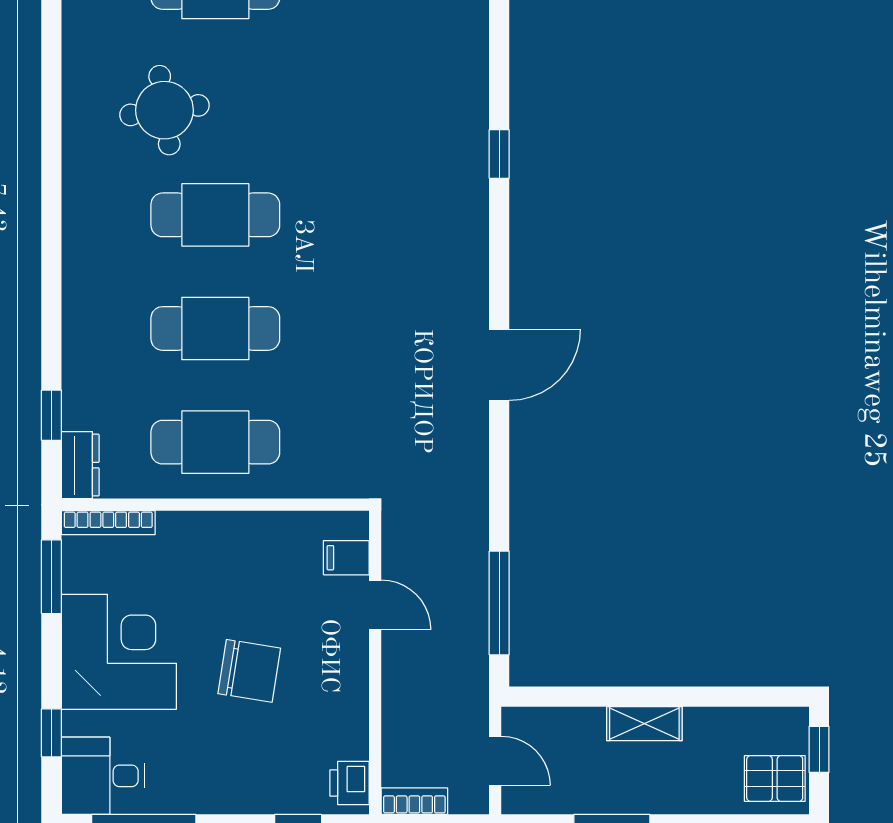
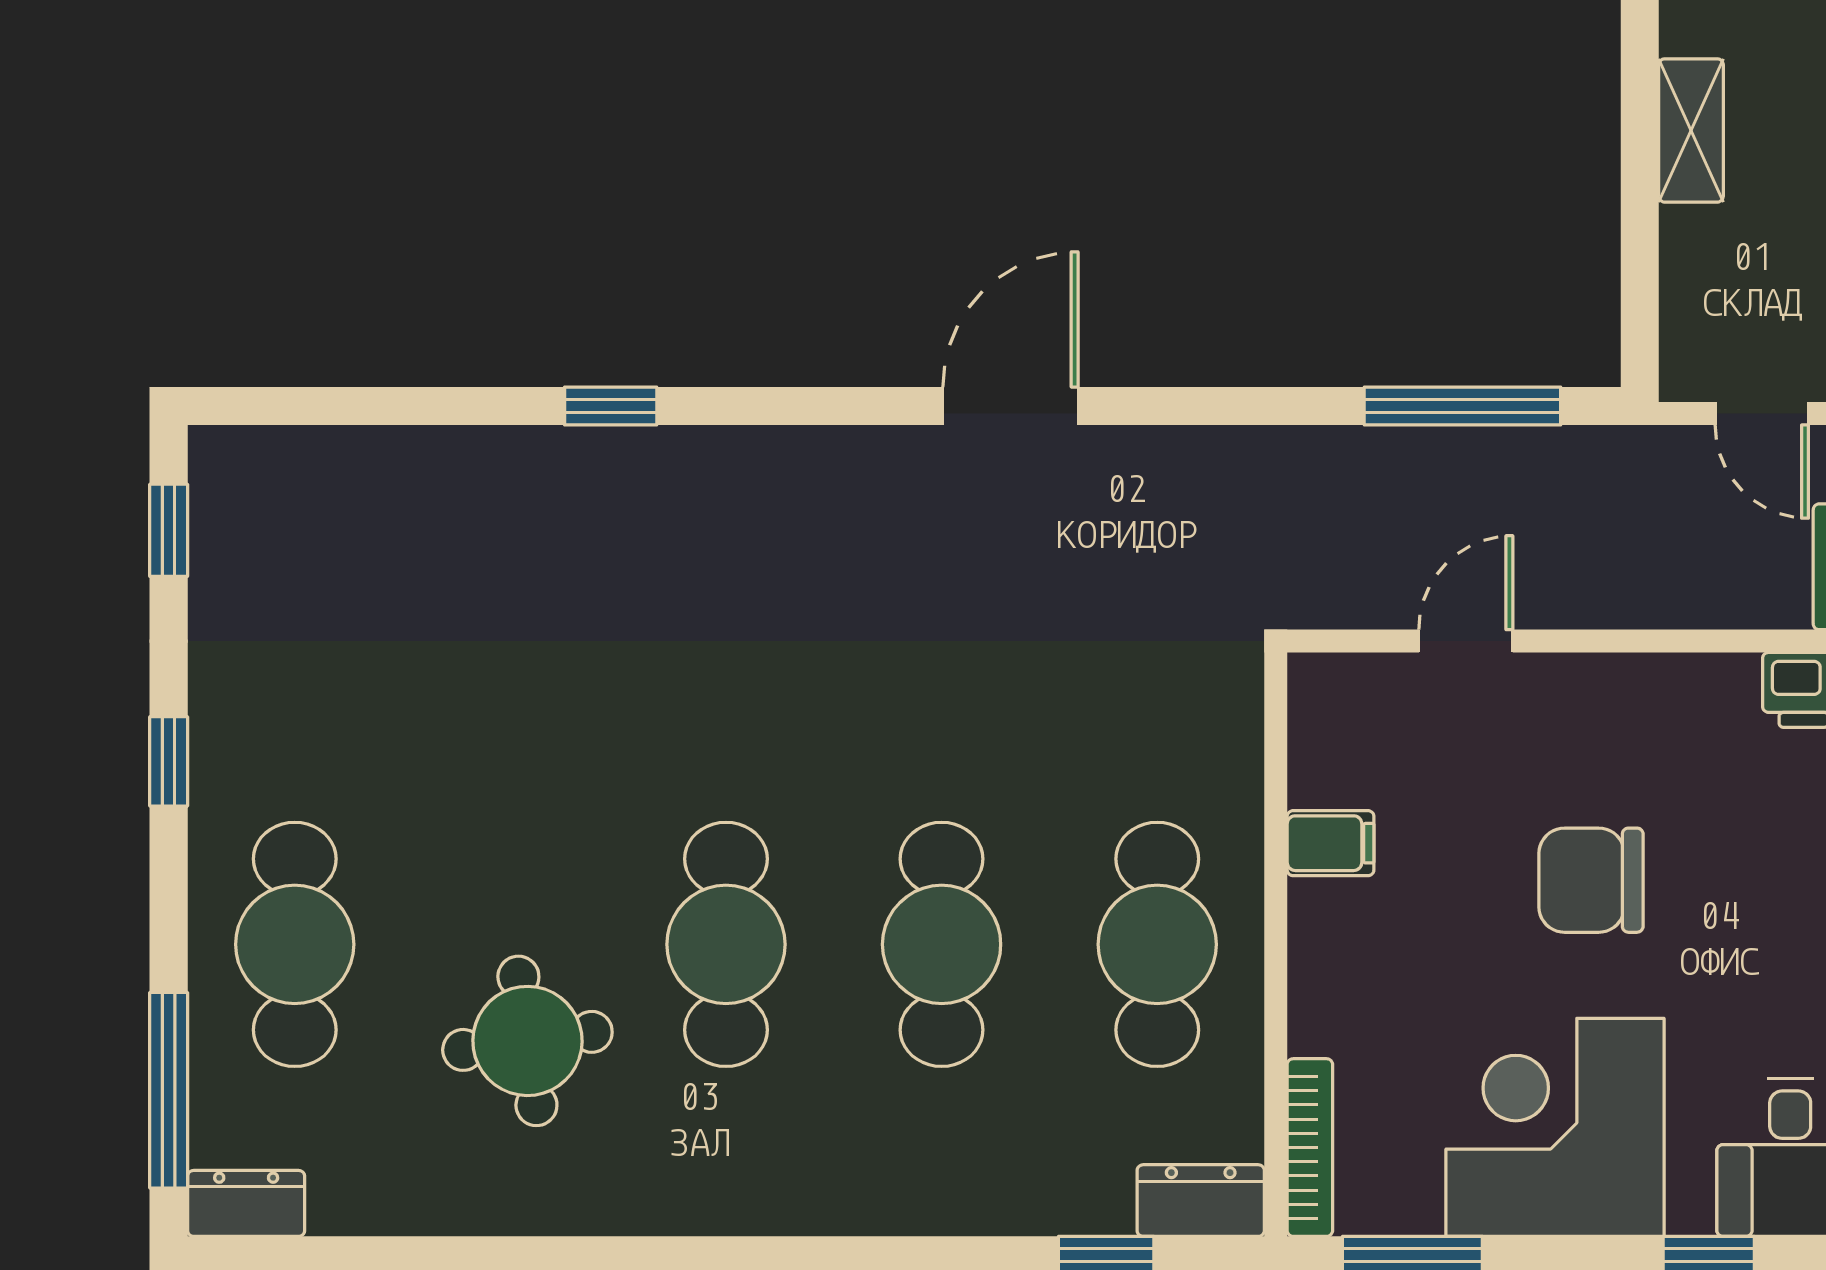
door: (499, 365) -> (1010, 406), hinge flipped
filing cabinet: (346, 558) -> (1331, 843), moved, turned -90
chair: (249, 671) -> (1591, 880), turned -99
door: (495, 761) -> (1762, 414), swing flipped

